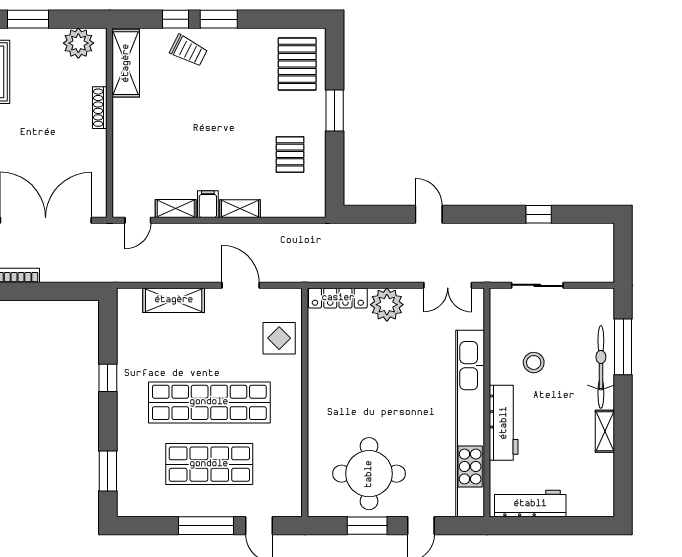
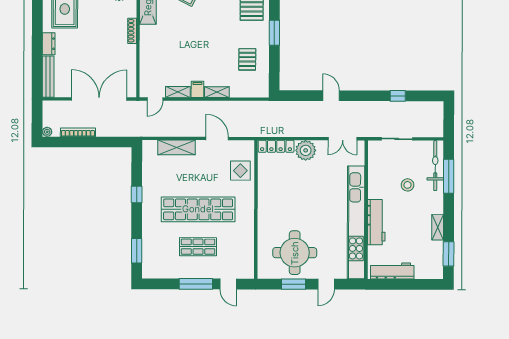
stool: (534, 363) -> (407, 185), moved
bicycle: (601, 367) -> (435, 166), moved
shop shelf: (209, 464) -> (198, 247), width x0.70, depth x0.74
window: (623, 475) -> (449, 254), added

